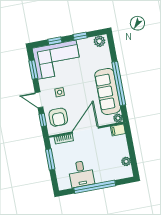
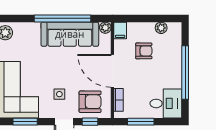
armchair: (106, 151) -> (144, 51), added
desk: (81, 174) -> (166, 103), moved

